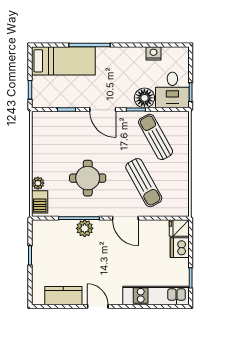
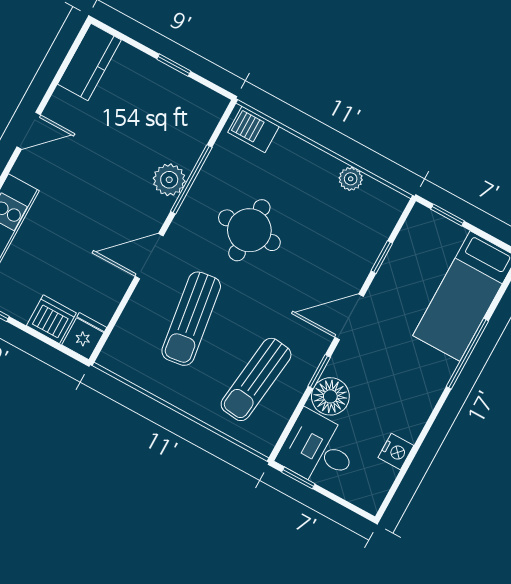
sun lounger: (156, 137) -> (256, 379), turned 126
plant: (38, 183) -> (351, 179), moved
sun lounger: (144, 183) -> (191, 319), turned -69
kitchen counter: (63, 296) -> (89, 62), moved

